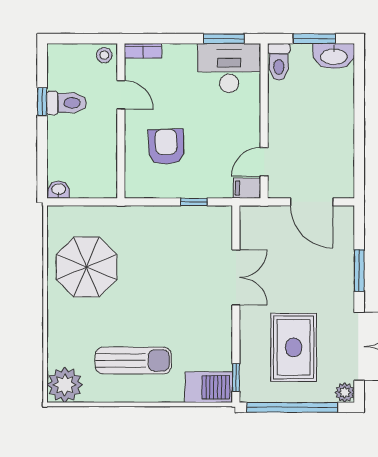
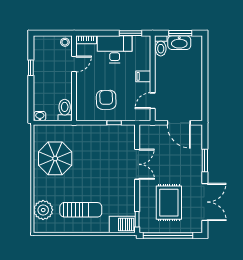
washbasin: (334, 56) -> (179, 43), moved
desk: (229, 68) -> (115, 49), moved
door: (121, 95) -> (74, 64), hinge flipped
toilet: (67, 103) -> (65, 110), moved, turned -90
armchair: (166, 147) -> (106, 100), moved
filing cabinet: (247, 188) -> (143, 76), moved
plant: (65, 385) -> (43, 210), moved
plant: (345, 392) -> (197, 227), removed

